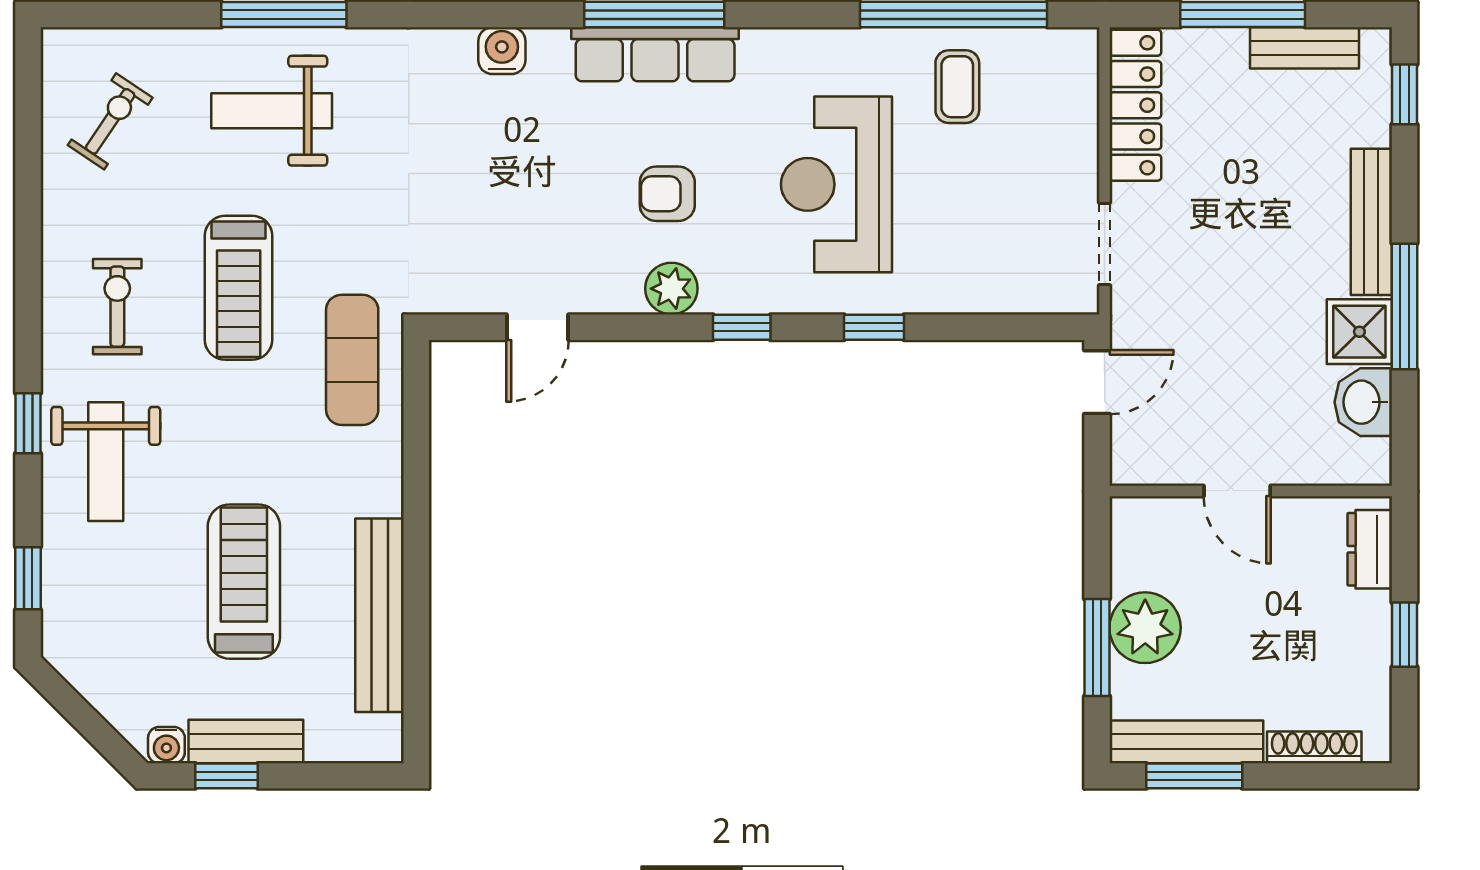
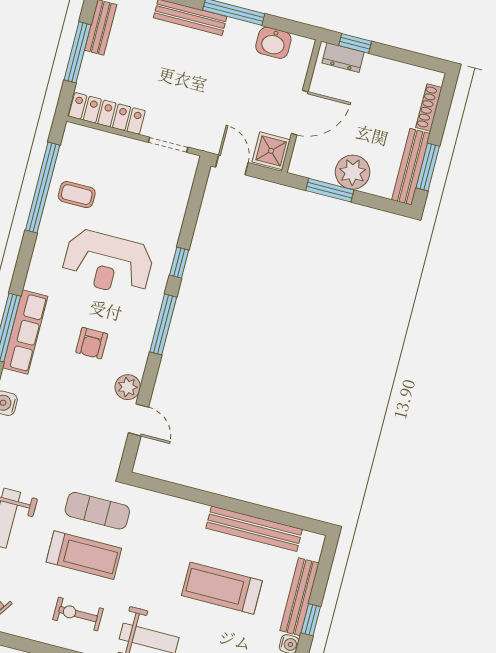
plant: (671, 289) -> (128, 387), moved
window: (742, 327) -> (163, 324), width x2.17
shower: (1359, 332) -> (271, 151), moved
exercise mat: (352, 360) -> (97, 511), moved
door: (1237, 491) -> (300, 113), width x1.38
window: (1404, 635) -> (355, 43), moved
window: (1097, 647) -> (330, 190), moved
bench: (246, 741) -> (299, 597), width x1.36

